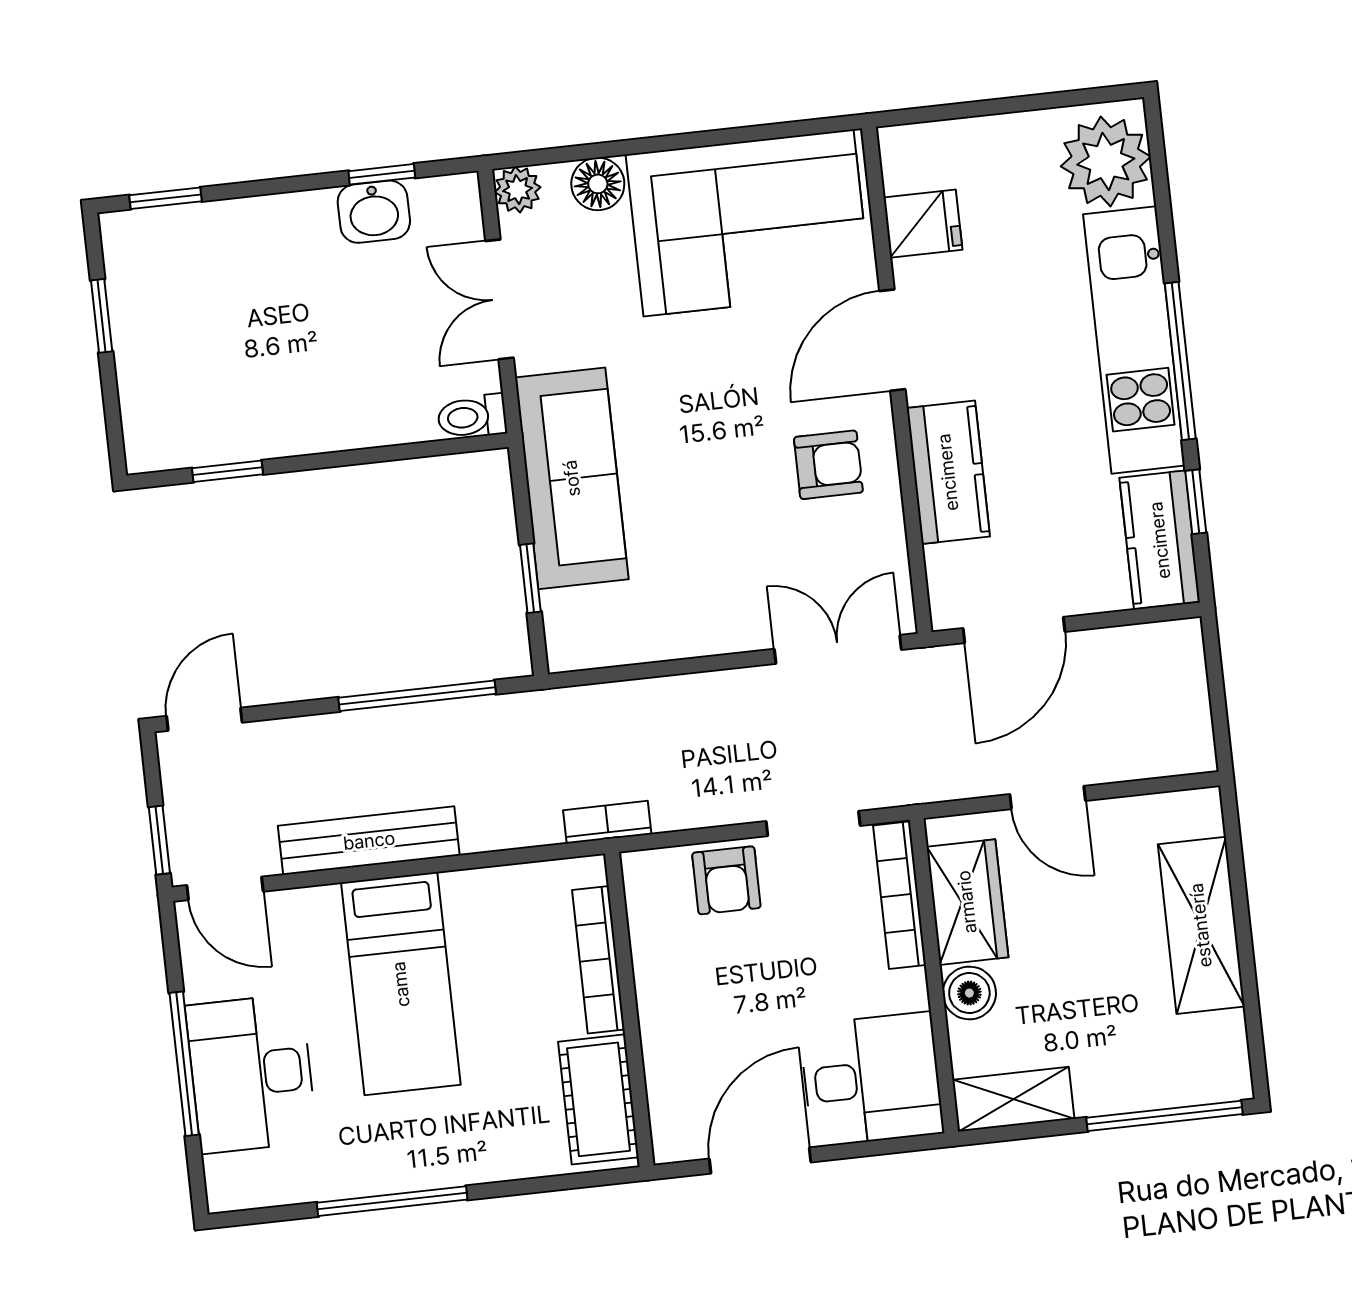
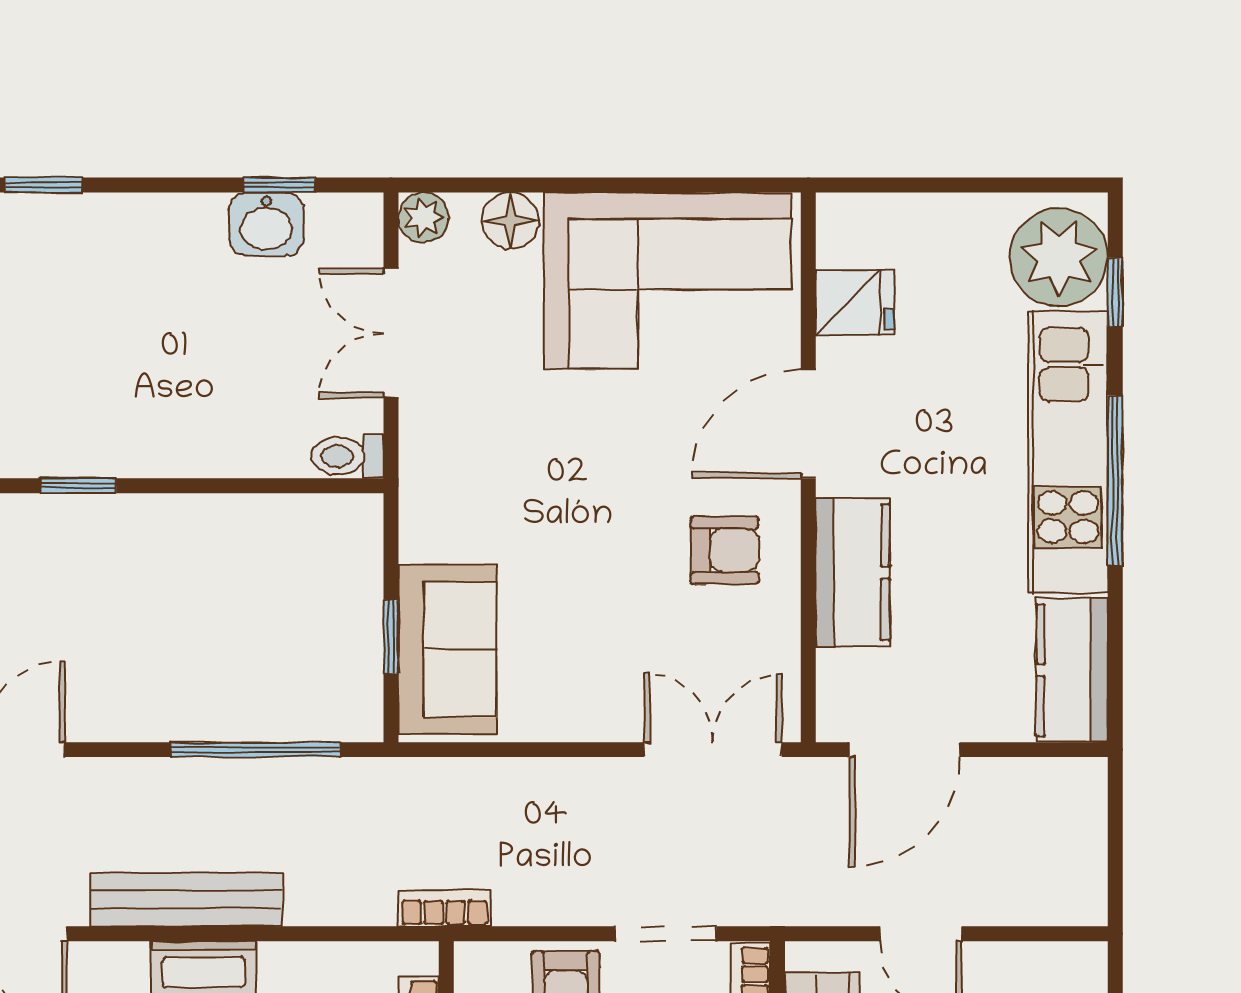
sofa: (572, 478) -> (447, 649), moved, width x0.73
window: (1196, 502) -> (1115, 292), moved

